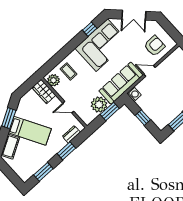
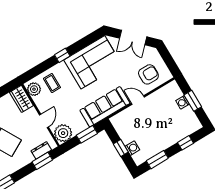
window: (90, 29) -> (62, 55), moved
washing machine: (134, 95) -> (132, 148), moved
plant: (99, 105) -> (63, 133), moved
door: (68, 107) -> (44, 121), swing flipped
window: (66, 151) -> (42, 161), moved

